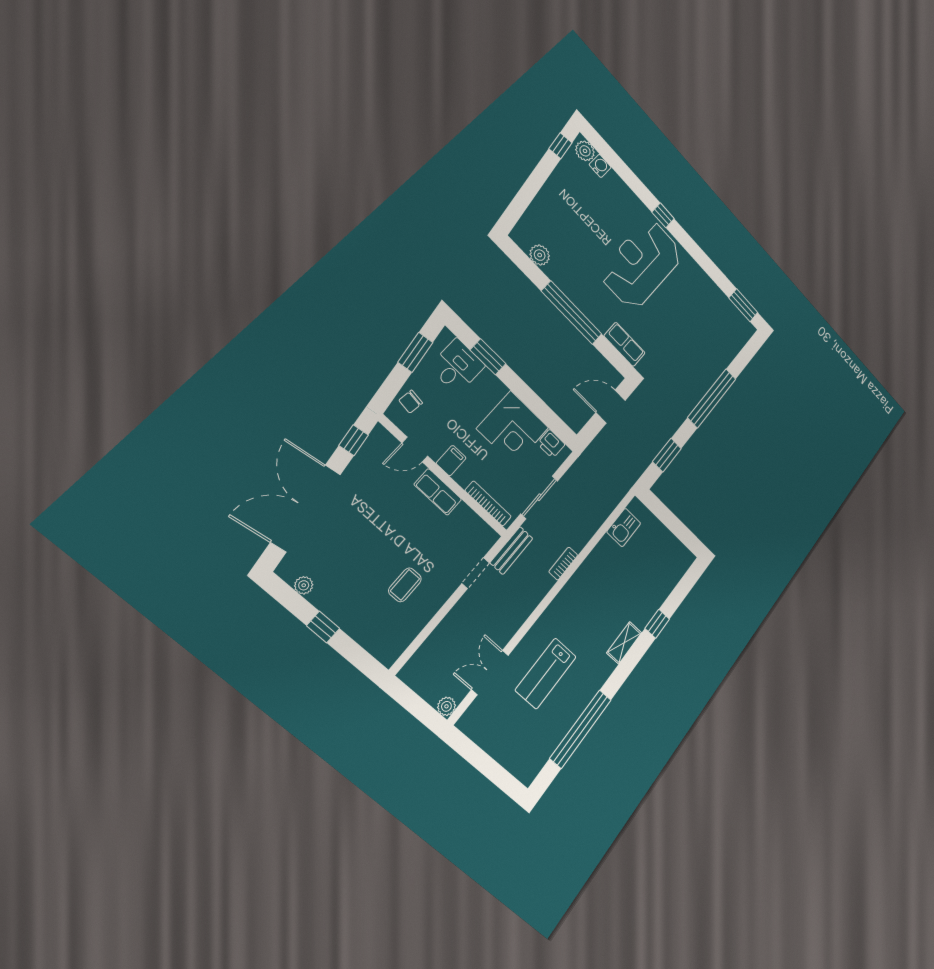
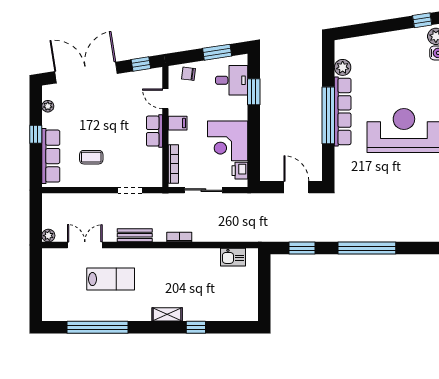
row of seats: (625, 344) -> (343, 111), moved, width x2.02
bench: (511, 550) -> (135, 235), moved
row of seats: (363, 630) -> (51, 156), added
lab bench: (546, 673) -> (111, 279), turned 180

